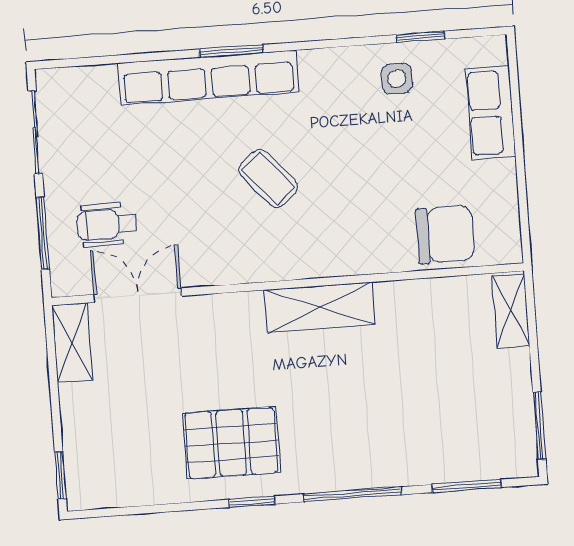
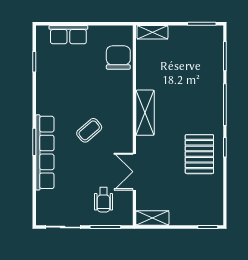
side table: (397, 78) -> (51, 73), removed
double door: (138, 295) -> (134, 172), moved

